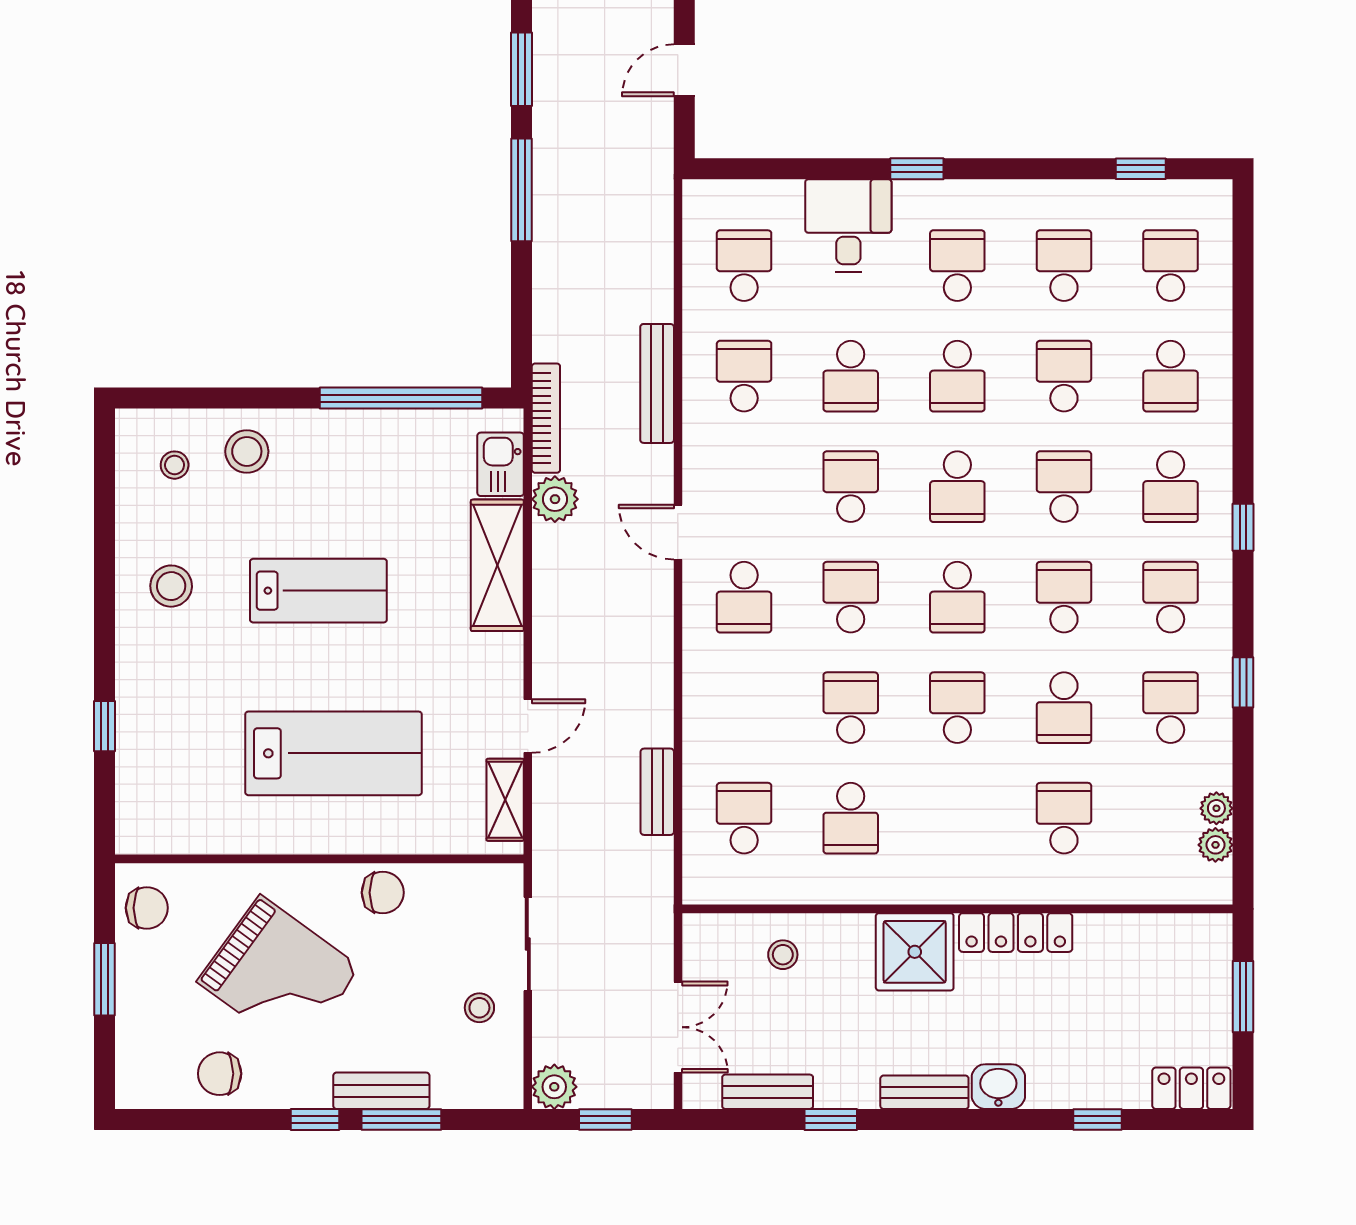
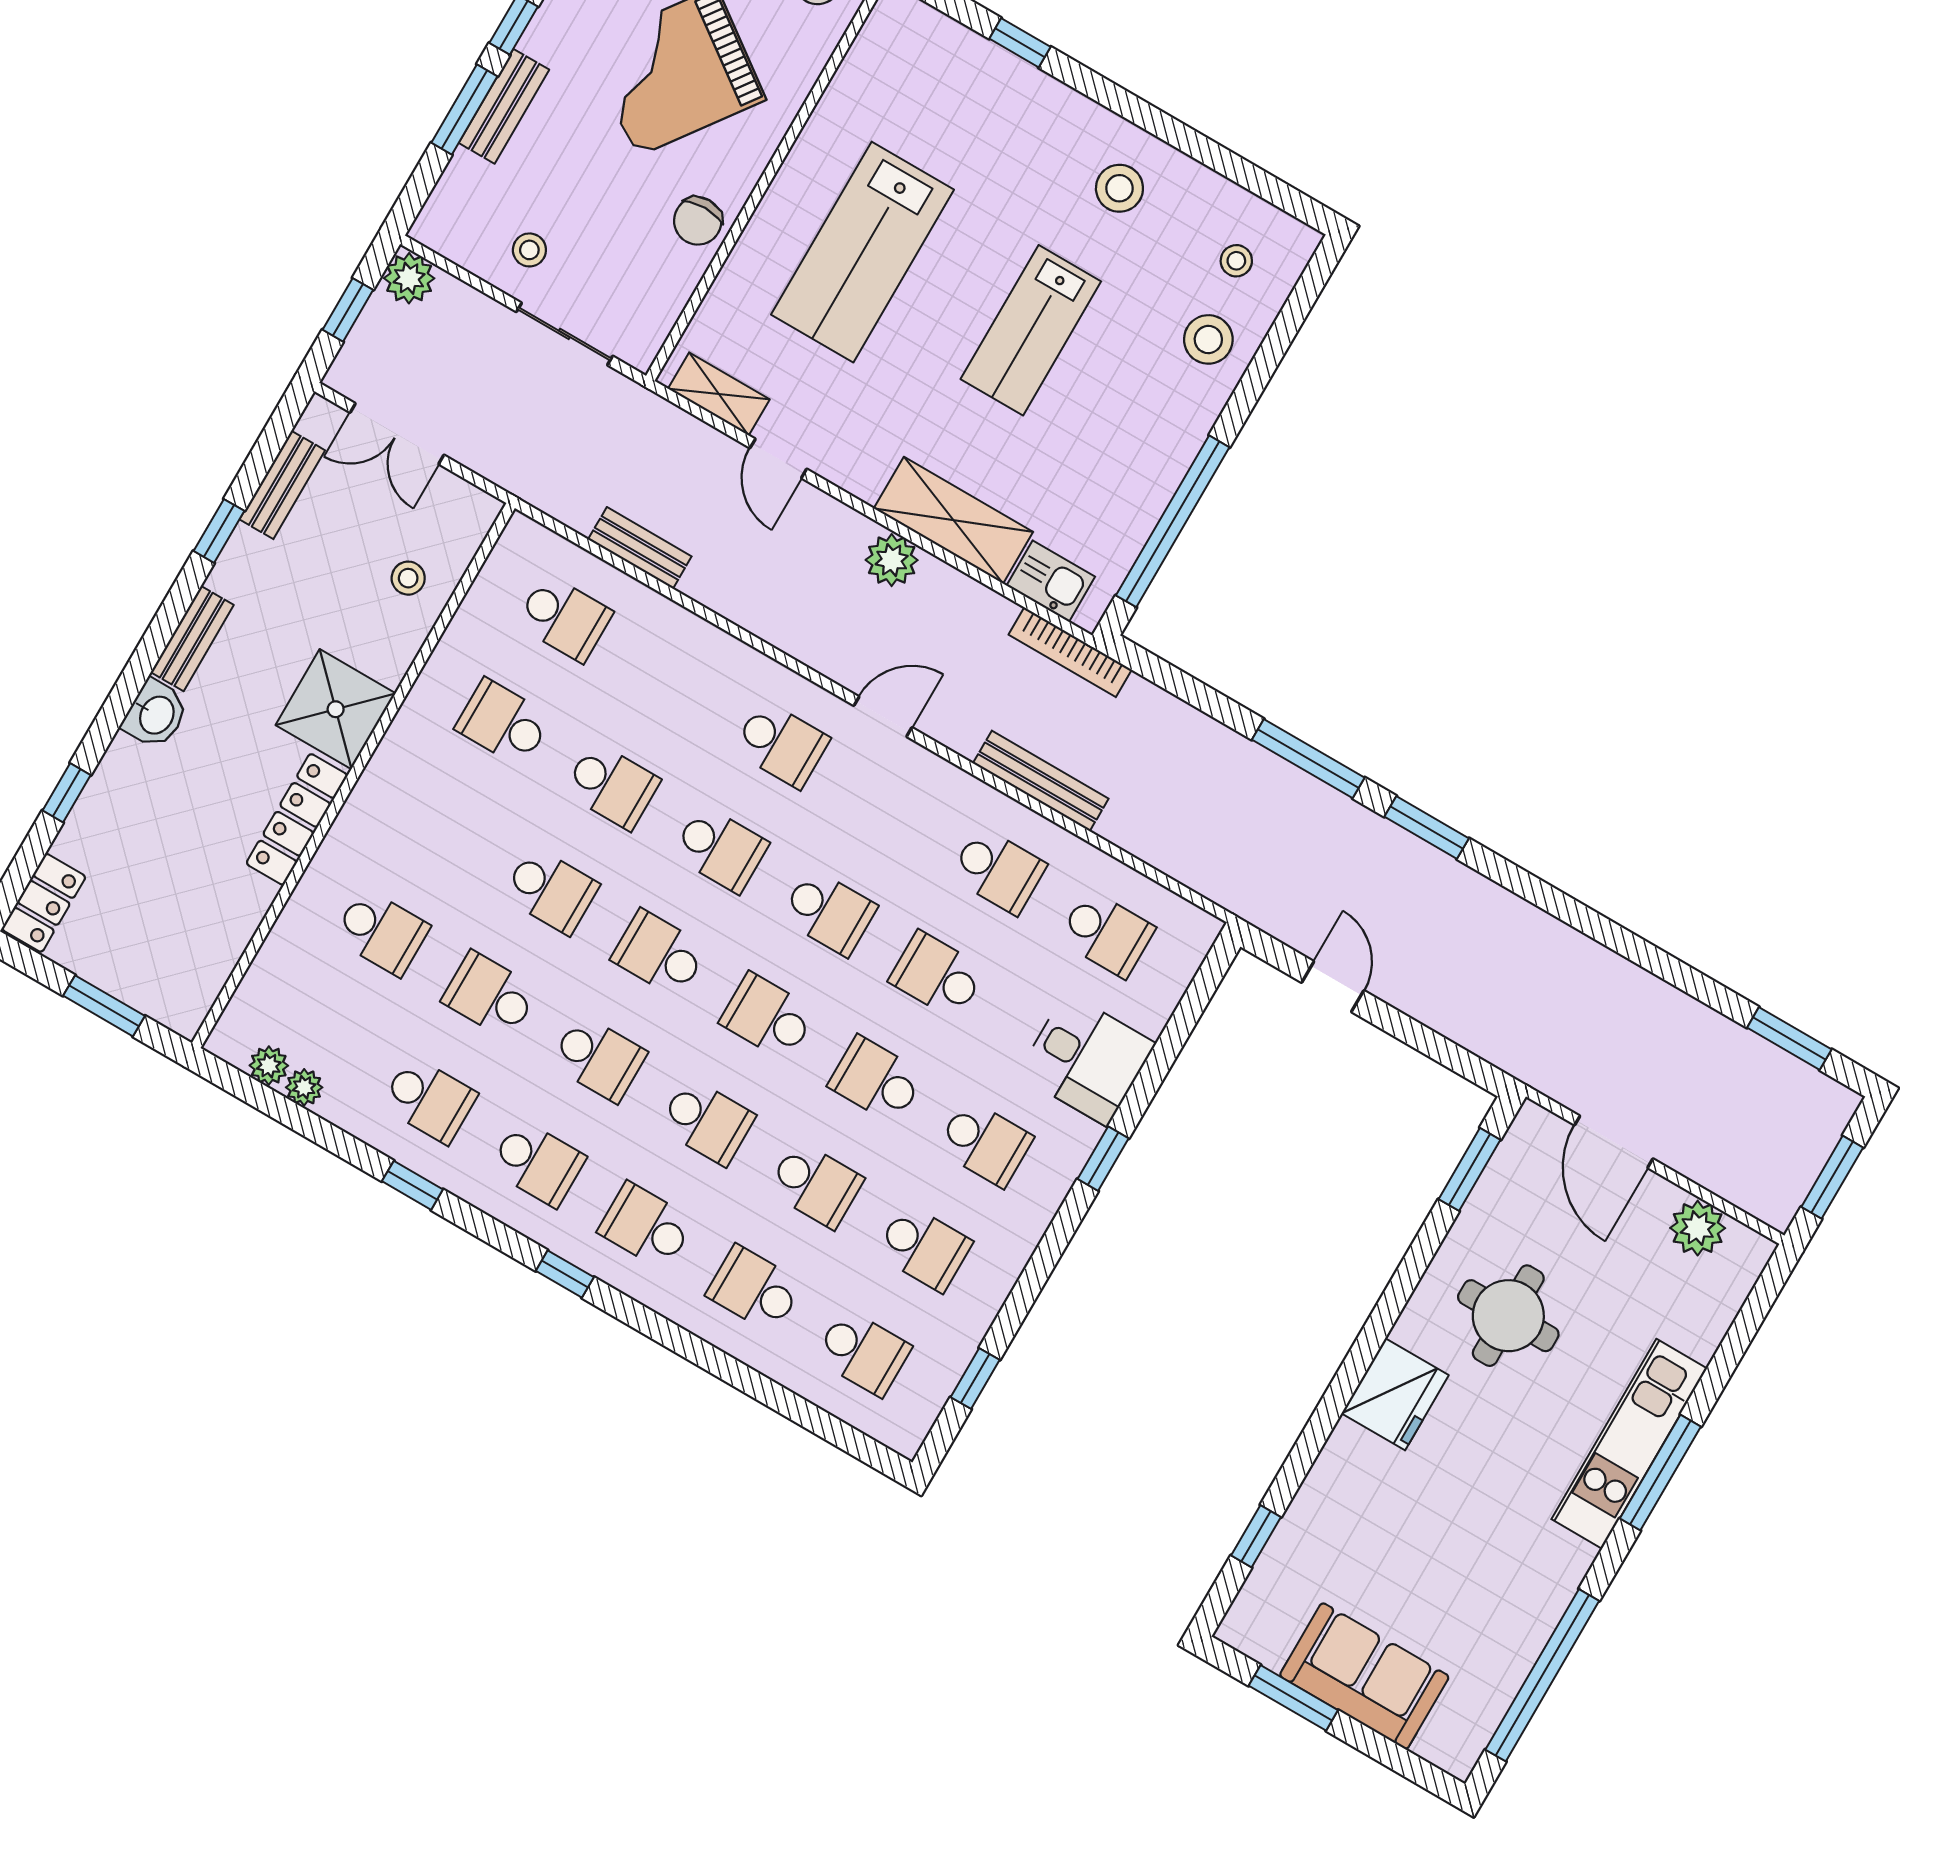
plant: (555, 499) -> (892, 560), moved
school desk: (744, 597) -> (781, 744), turned 180

